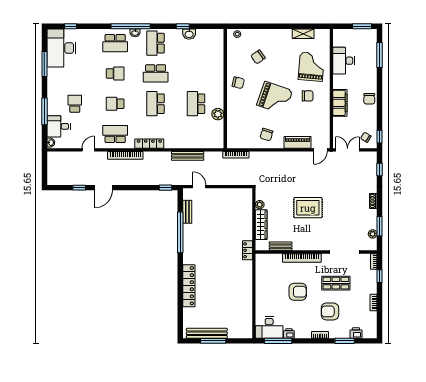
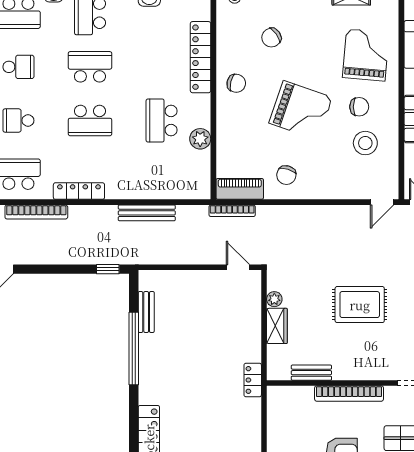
locker: (218, 68) -> (201, 57), added
school desk: (156, 73) -> (90, 67), turned 180
school desk: (156, 104) -> (90, 120), turned -90
stool: (311, 116) -> (365, 143), added
piano: (298, 142) -> (240, 189), moved
door: (199, 187) -> (238, 267), moved
wardrobe: (261, 225) -> (277, 326), width x0.67

